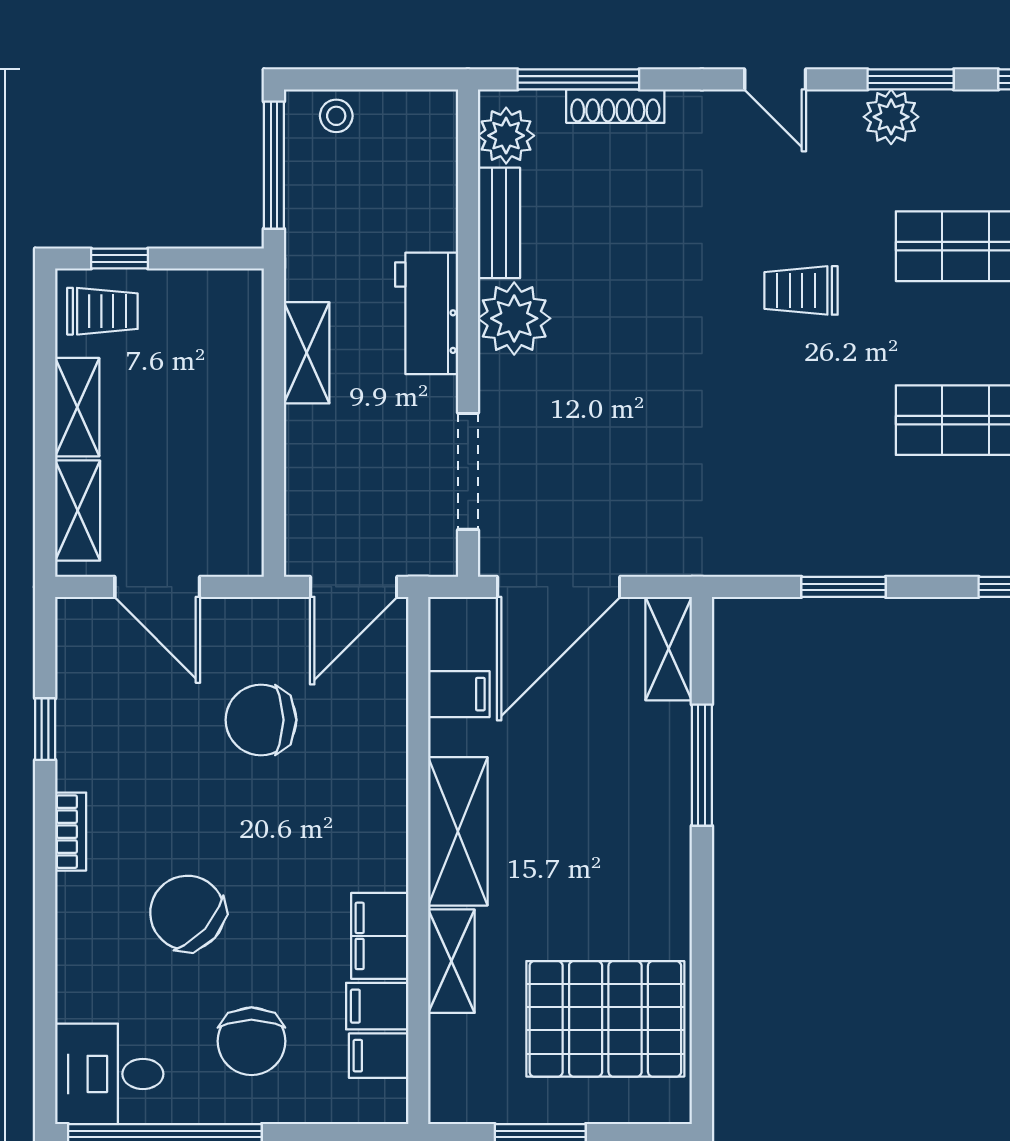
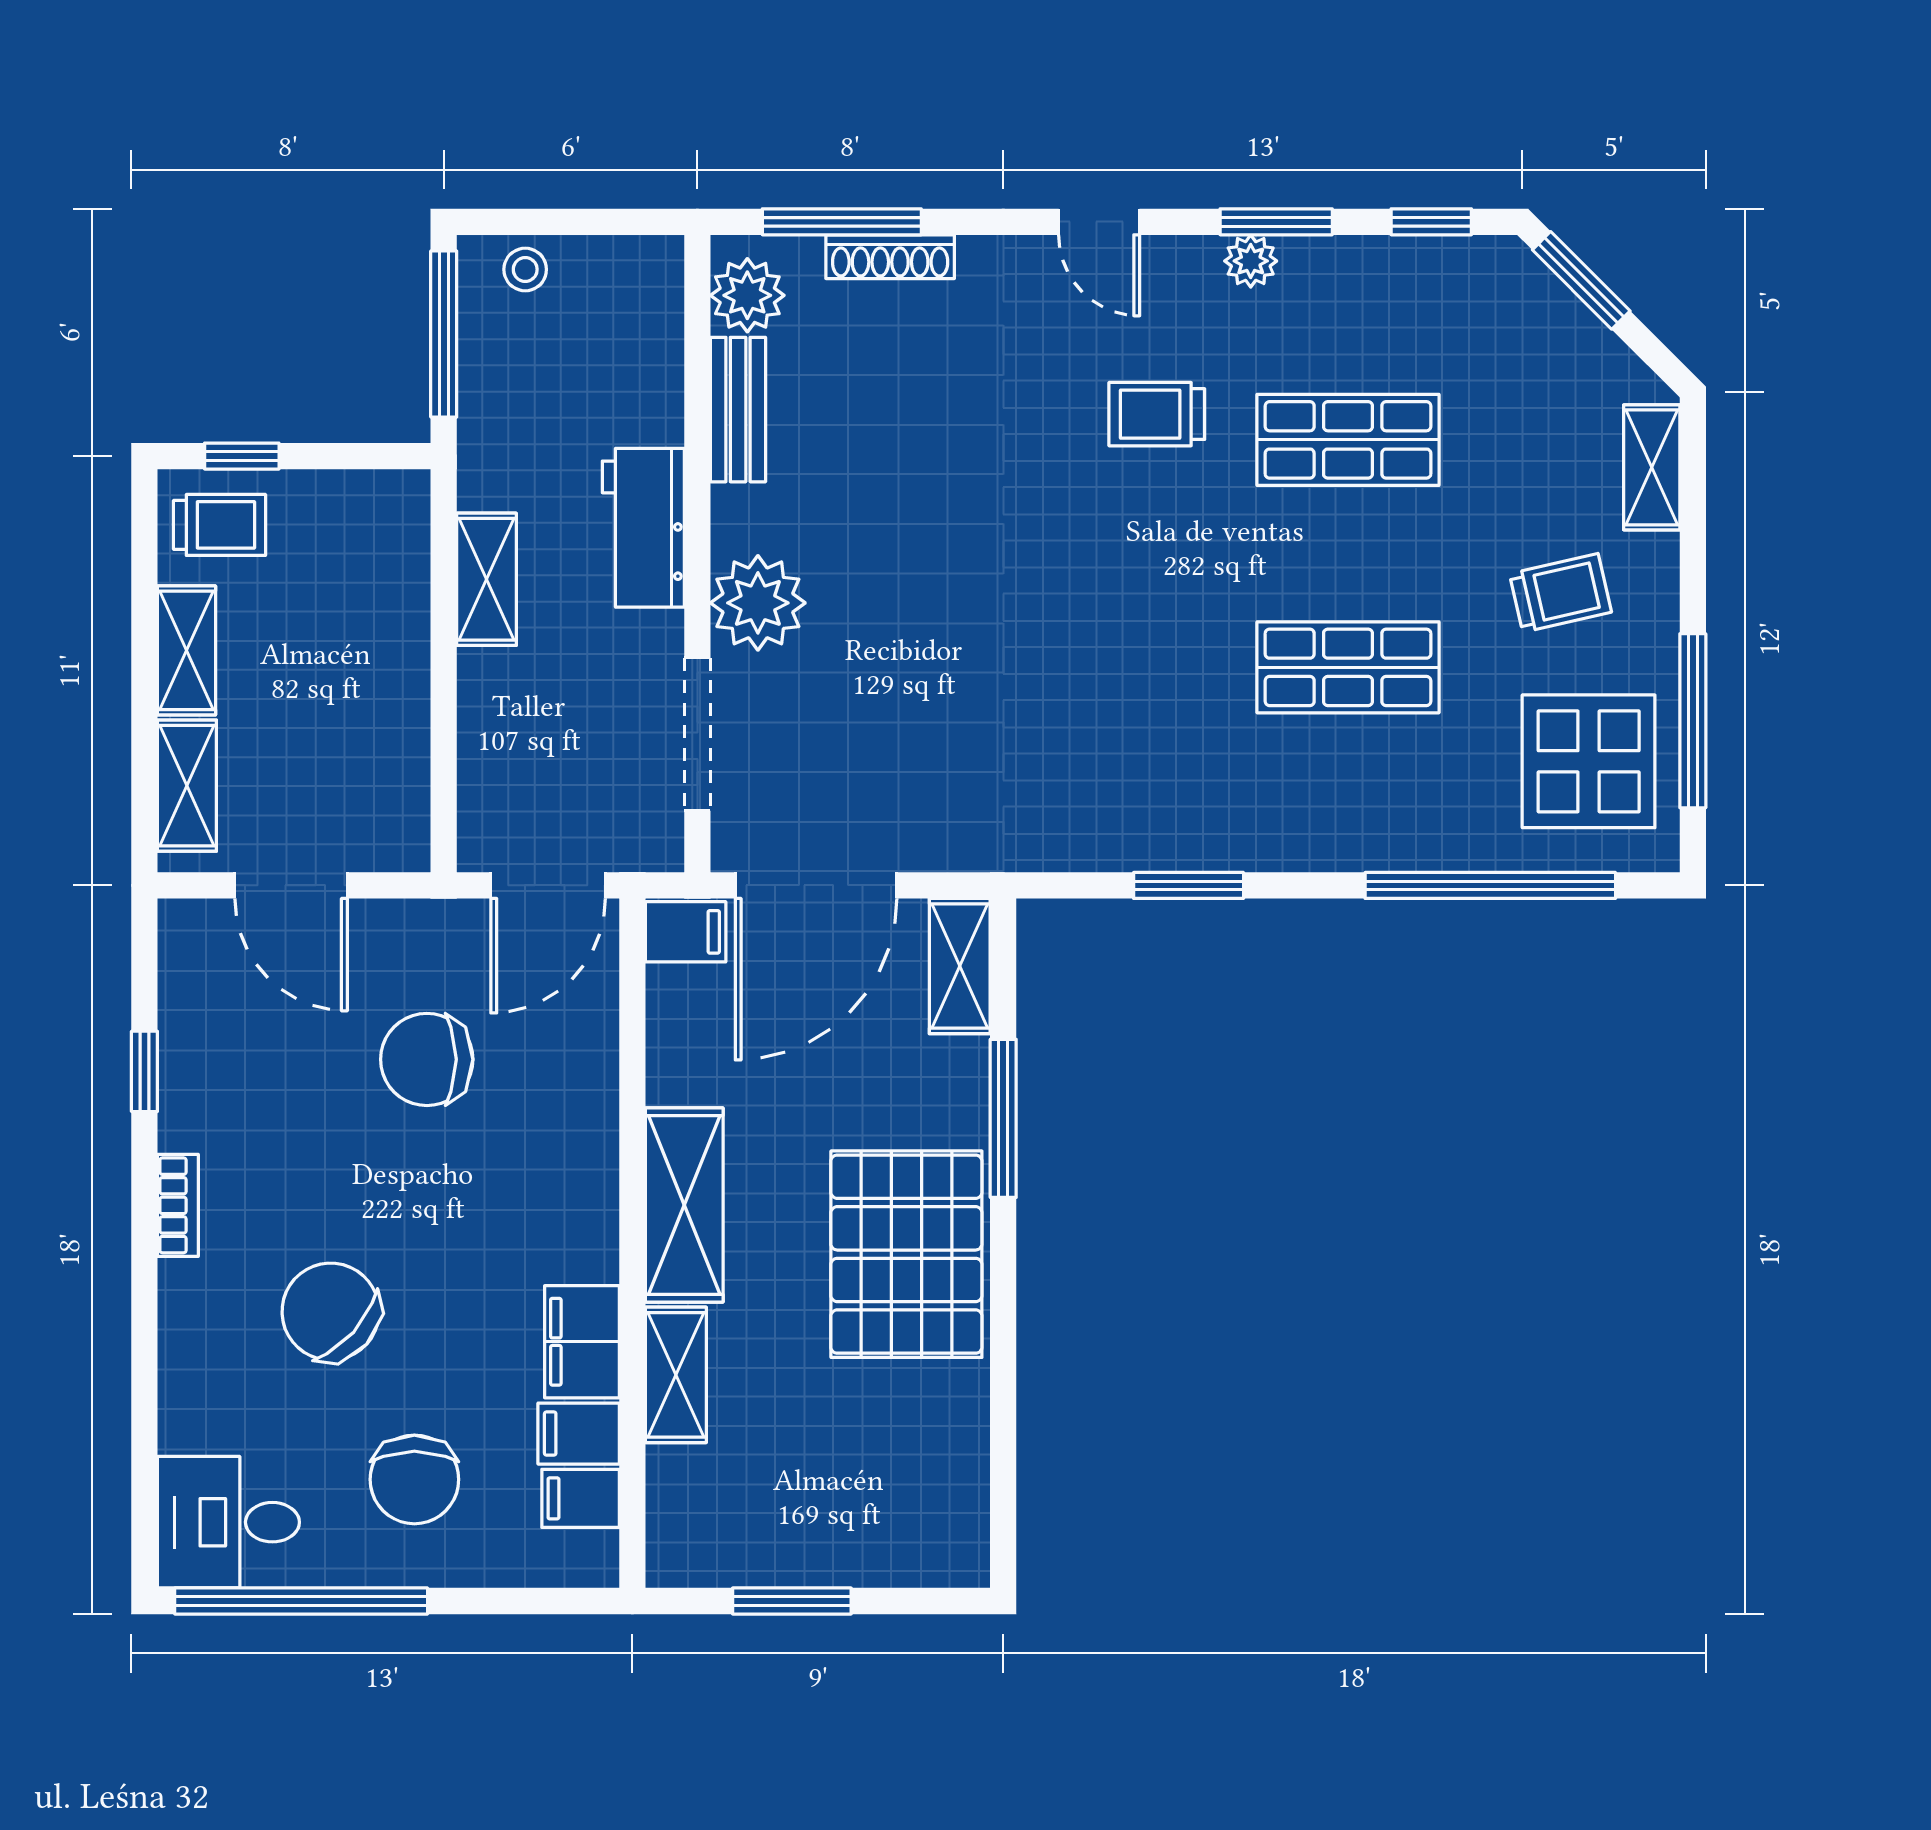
plant: (891, 117) -> (1251, 261), width x0.73, depth x0.73
trolley: (801, 290) -> (1157, 414), moved
plant: (514, 318) -> (758, 603), moved
filing cabinet: (459, 694) -> (686, 932), moved
pallet: (605, 1019) -> (906, 1254), moved, turned 90

